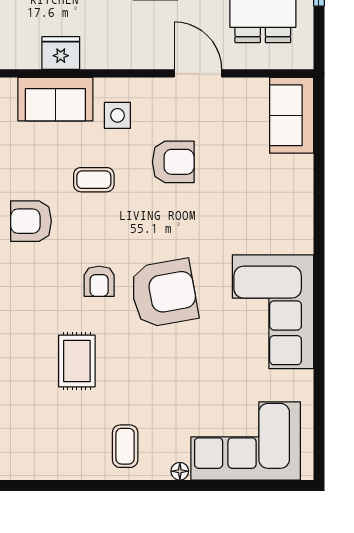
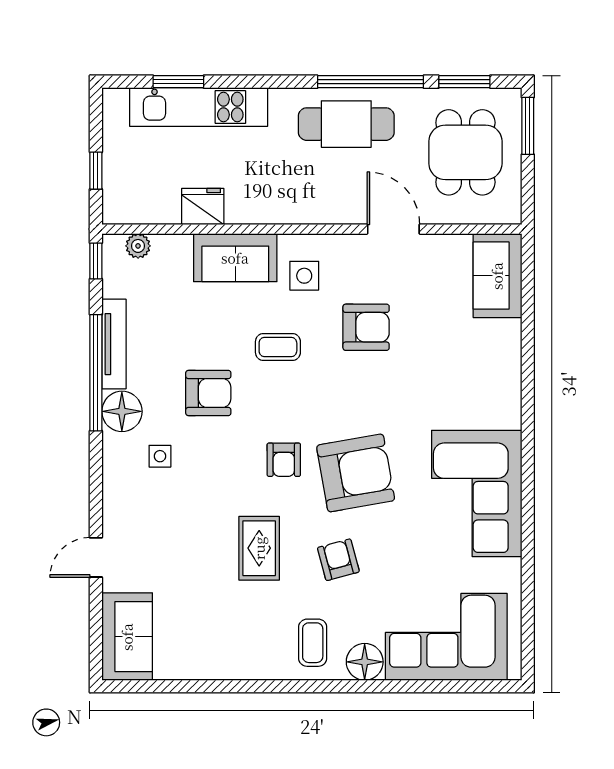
fridge: (61, 53) -> (203, 206), moved
armchair: (31, 221) -> (208, 393), turned 180
armchair: (148, 371) -> (338, 560), added
floor lamp: (180, 471) -> (365, 662), width x1.89, depth x1.89

